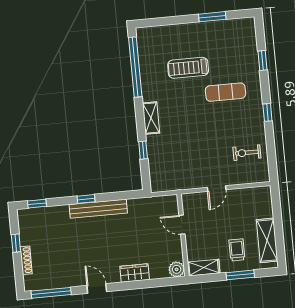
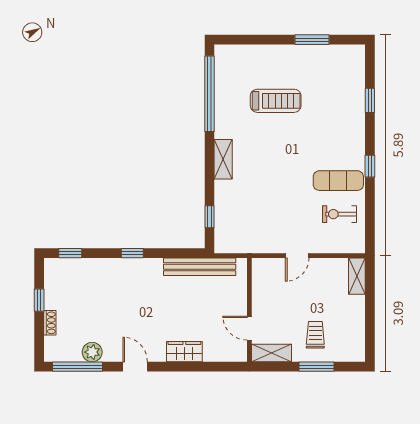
treadmill: (188, 68) -> (276, 101), turned 180
exercise mat: (225, 92) -> (338, 181), moved
window: (143, 150) -> (210, 217), moved
bench: (98, 209) -> (200, 267), moved
door: (182, 225) -> (249, 328), moved
shelving: (267, 240) -> (357, 276), moved, width x0.67, depth x0.75
shoe rack: (26, 260) -> (50, 323), width x0.70
plant: (177, 269) -> (92, 352), moved

